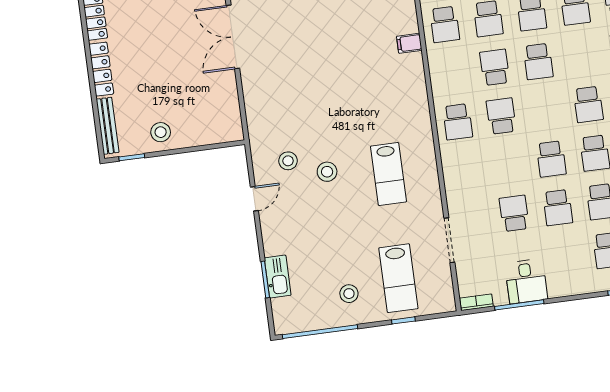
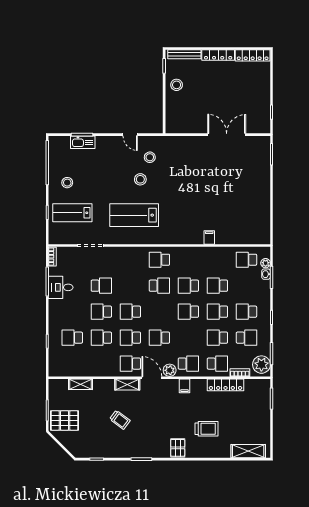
school desk: (445, 24) -> (217, 260), removed
school desk: (495, 67) -> (188, 286), turned 180
lab bench: (388, 174) -> (134, 215), width x1.36, depth x1.39

